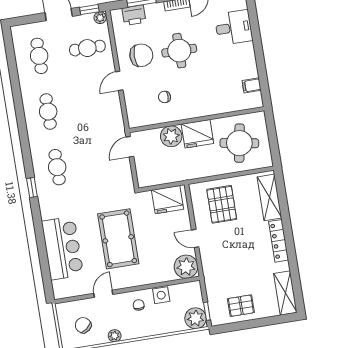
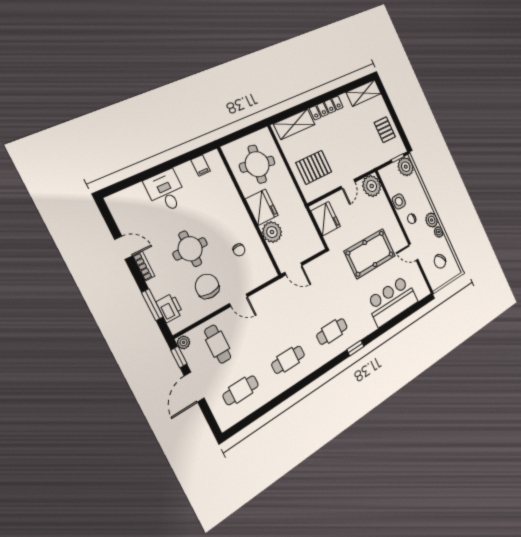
desk: (234, 28) -> (166, 191), moved
plant: (130, 331) -> (432, 220), added

